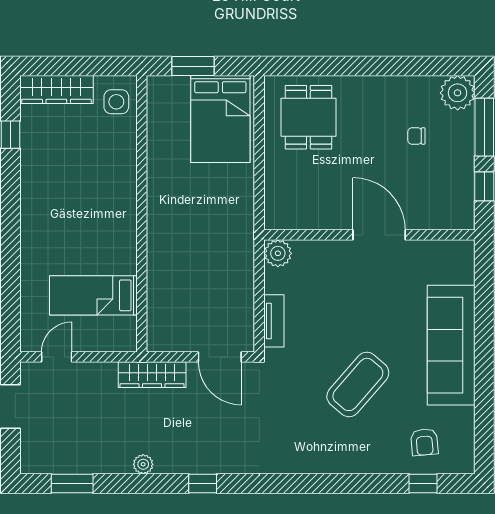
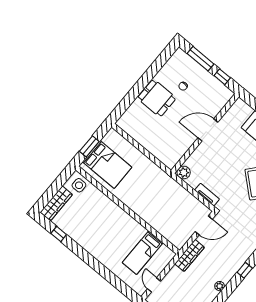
plant: (458, 93) -> (180, 58), removed
dining table: (308, 117) -> (157, 98), moved
bed: (220, 119) -> (107, 165), moved

